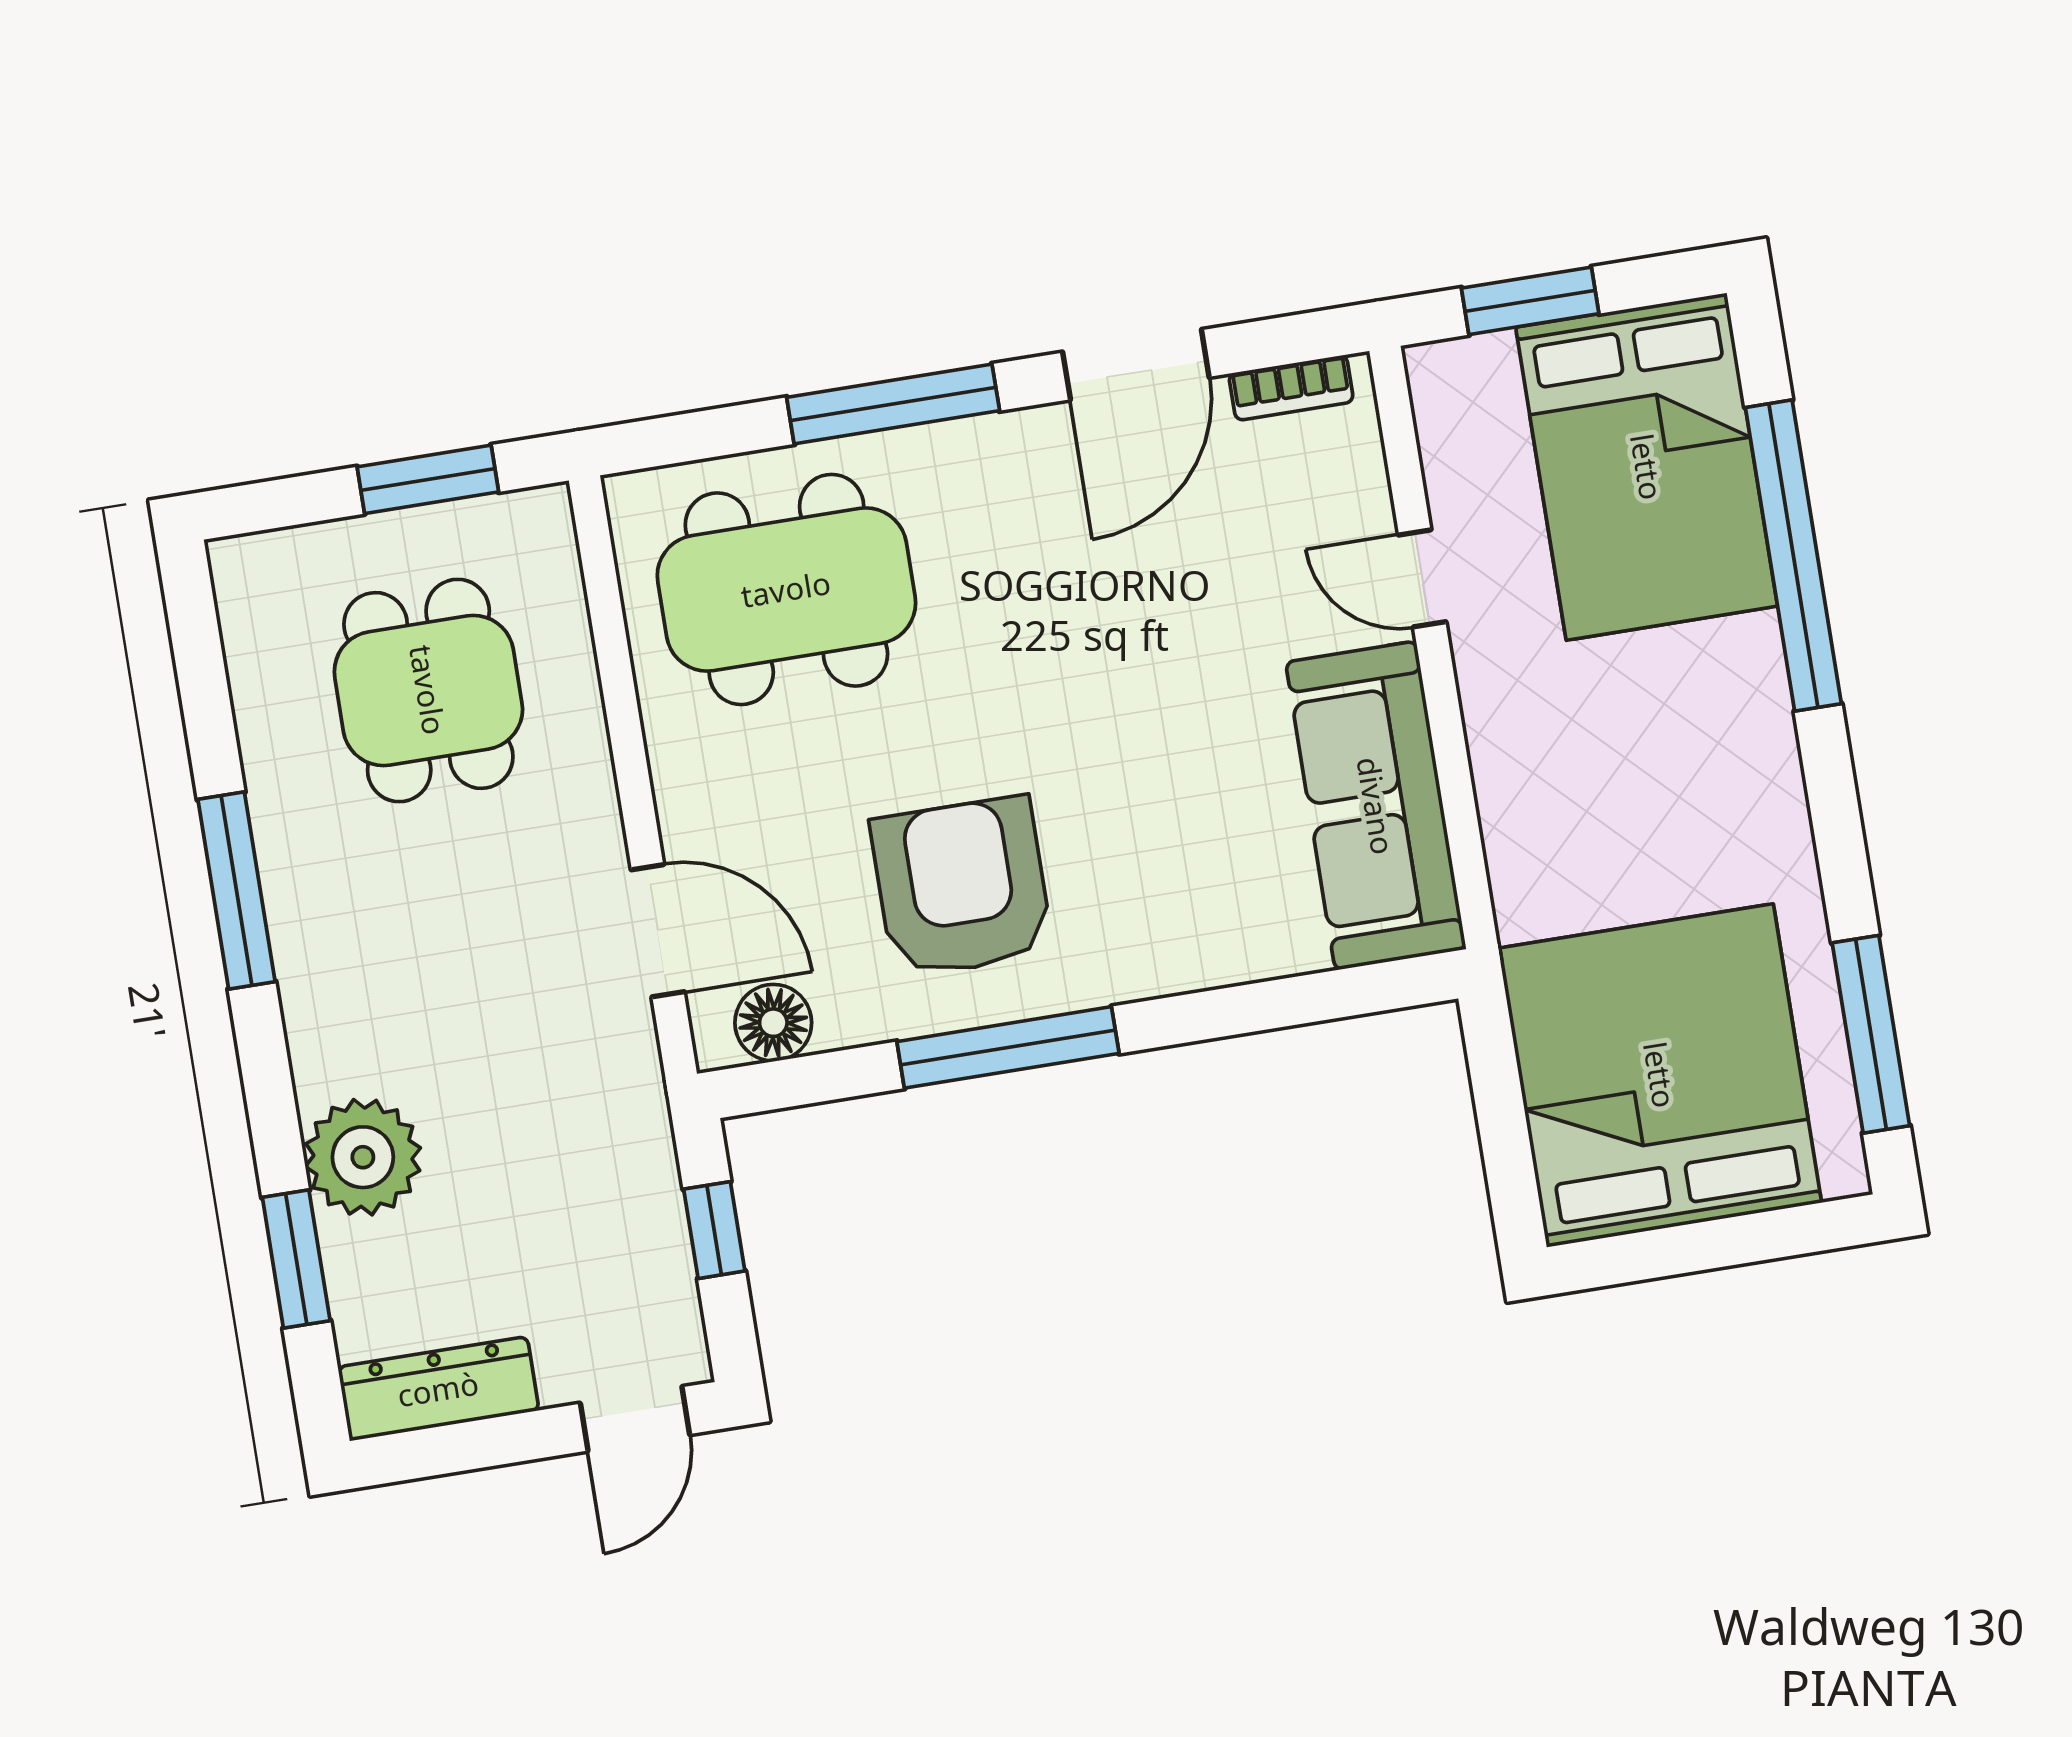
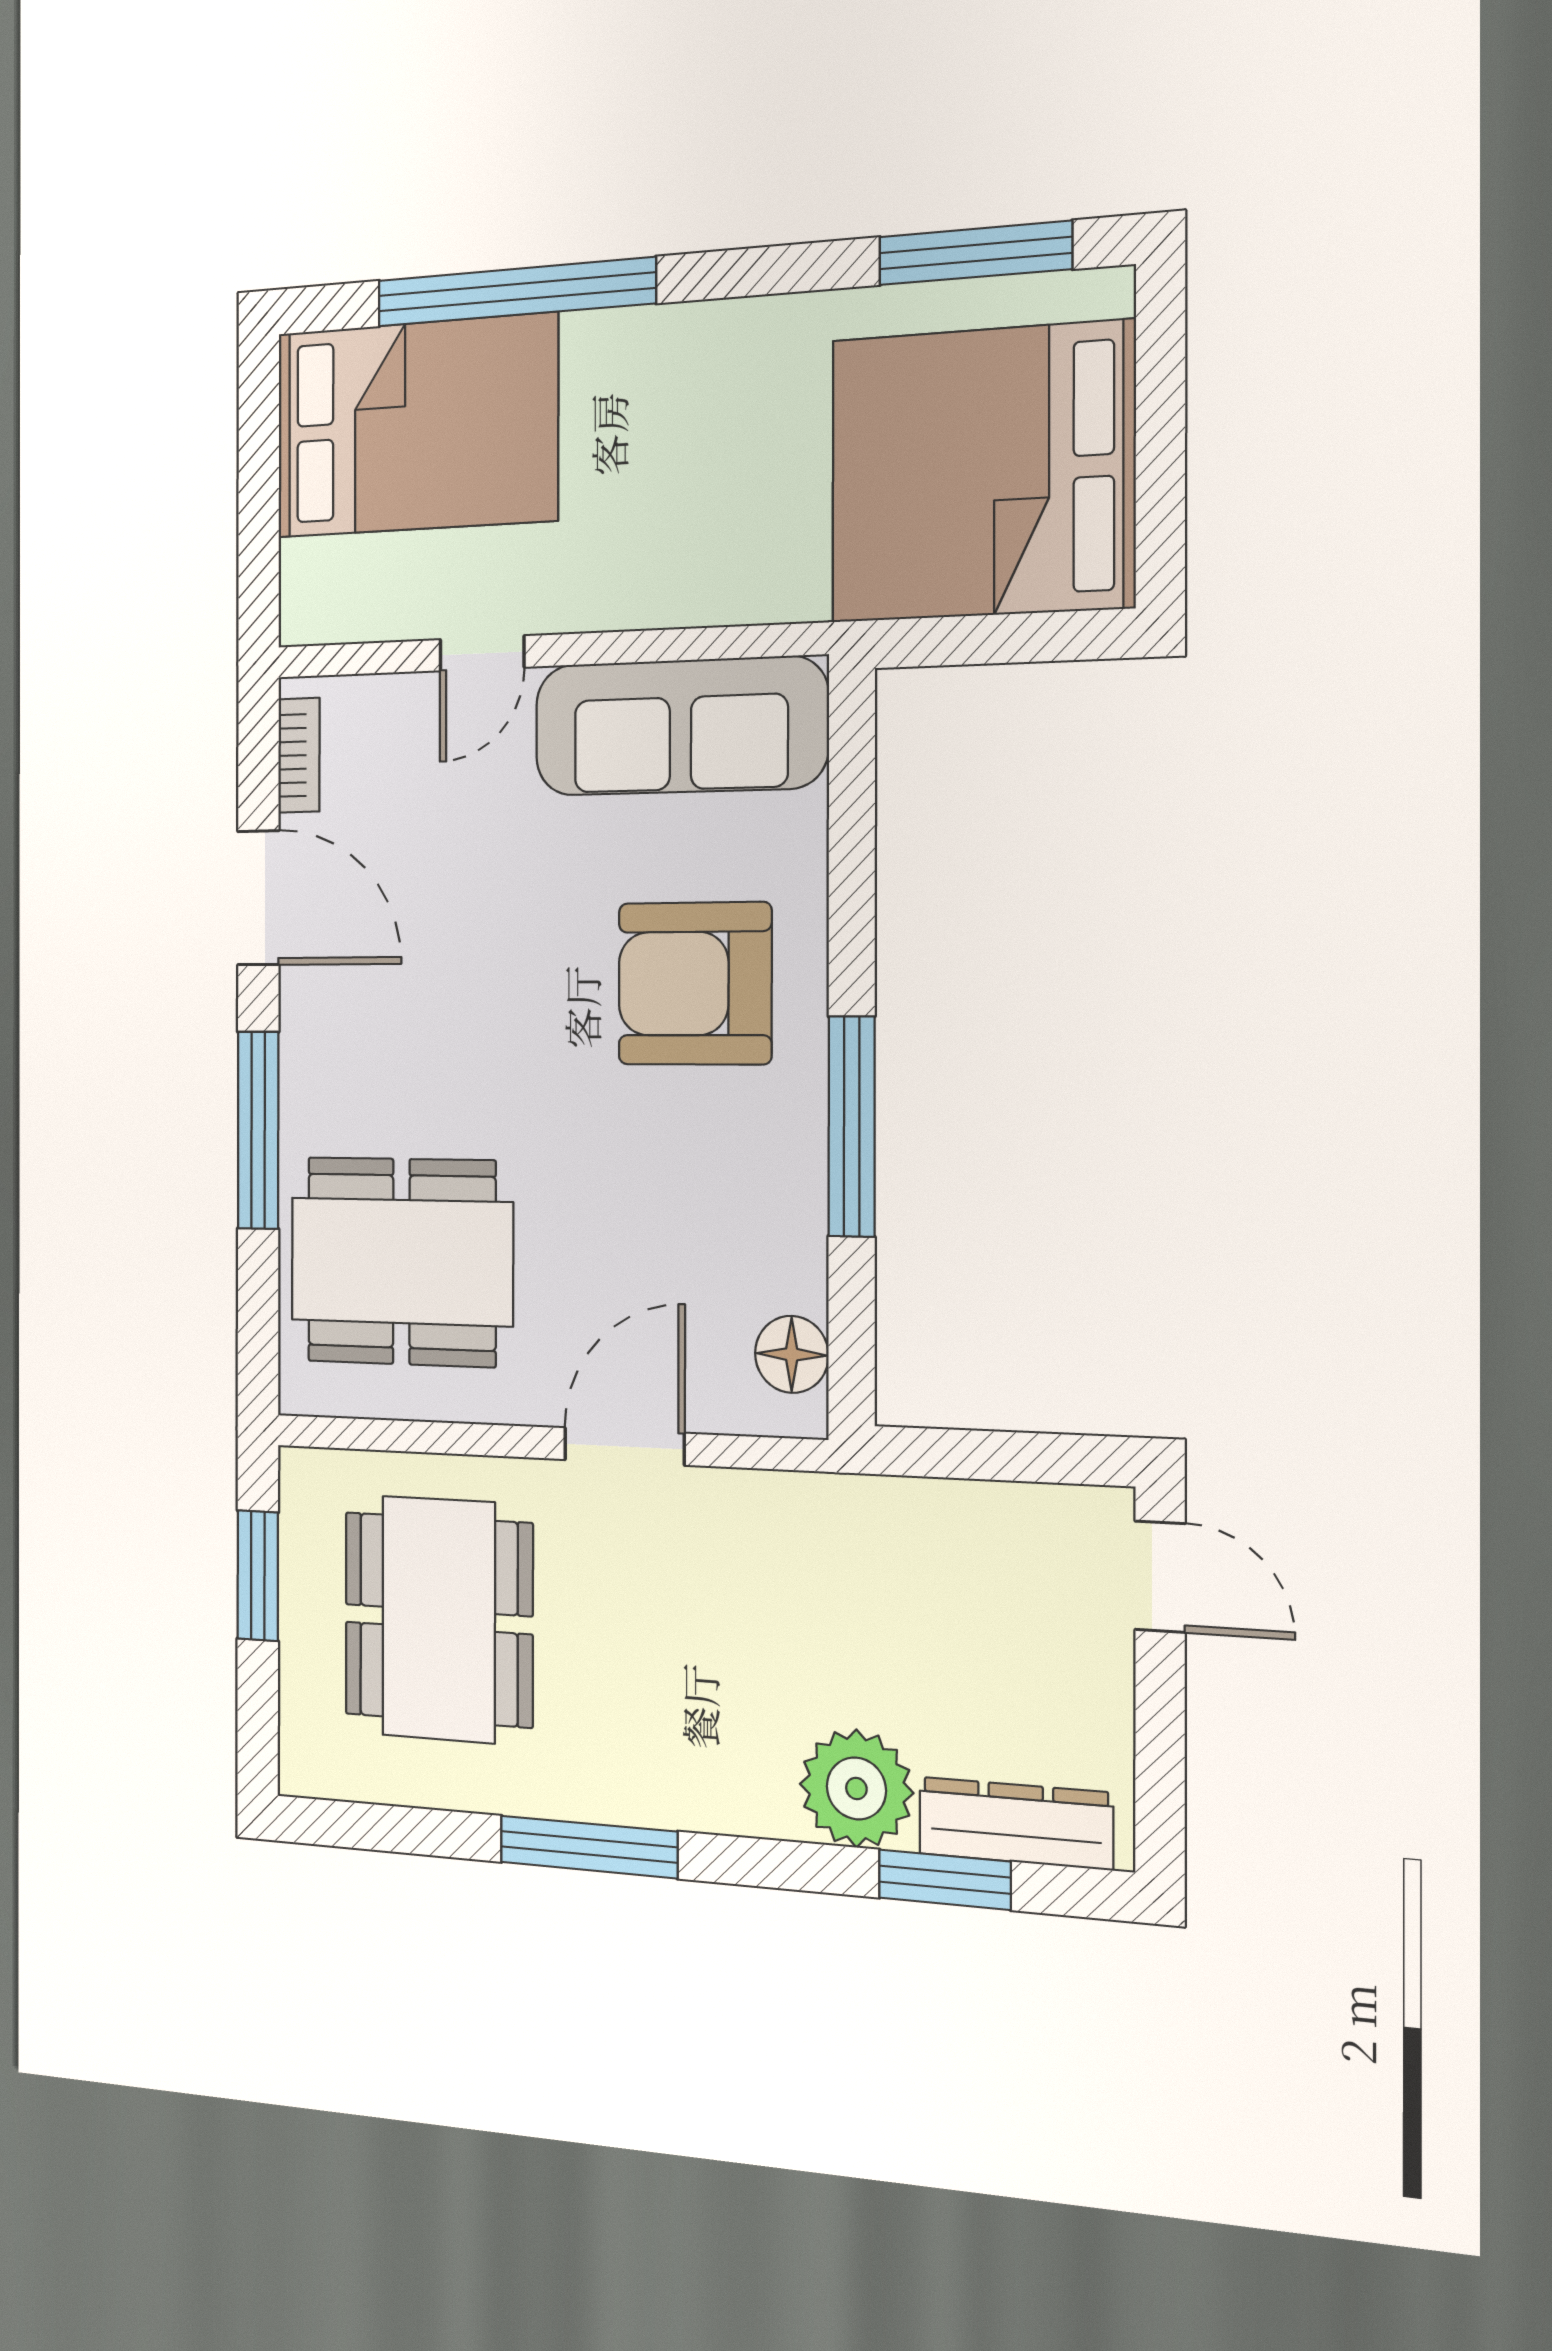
window: (1530, 301) -> (259, 521), removed
dining table: (786, 589) -> (401, 1262), turned 90
dining table: (428, 690) -> (439, 1619), width x1.38
armchair: (962, 887) -> (695, 984), moved
door: (658, 931) -> (624, 1446), moved
window: (714, 1230) -> (983, 1455), removed
dresser: (438, 1389) -> (1016, 1823), moved, turned 90

